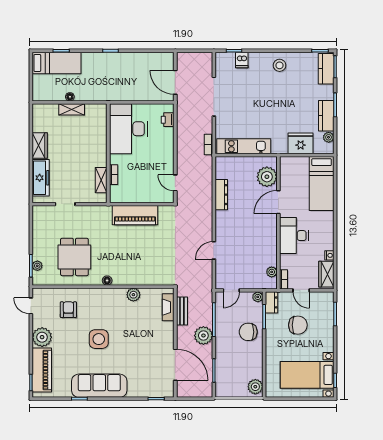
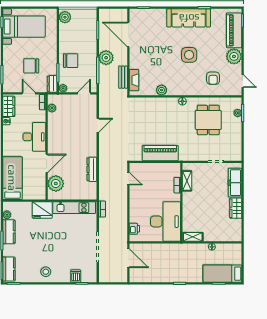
shelving: (72, 109) -> (193, 237), moved
fridge: (301, 143) -> (42, 210), moved

